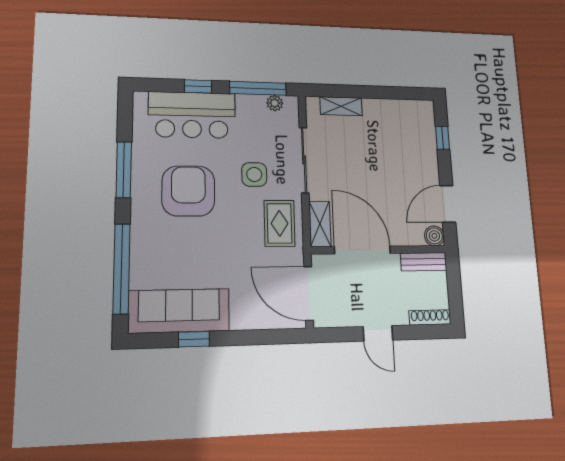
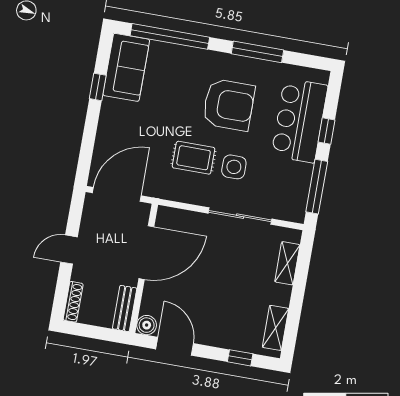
plant: (275, 103) -> (300, 200), removed
rug: (279, 223) -> (194, 158), moved
shelving: (320, 224) -> (276, 328), moved, turned 90
sofa: (179, 311) -> (126, 67), width x0.73

